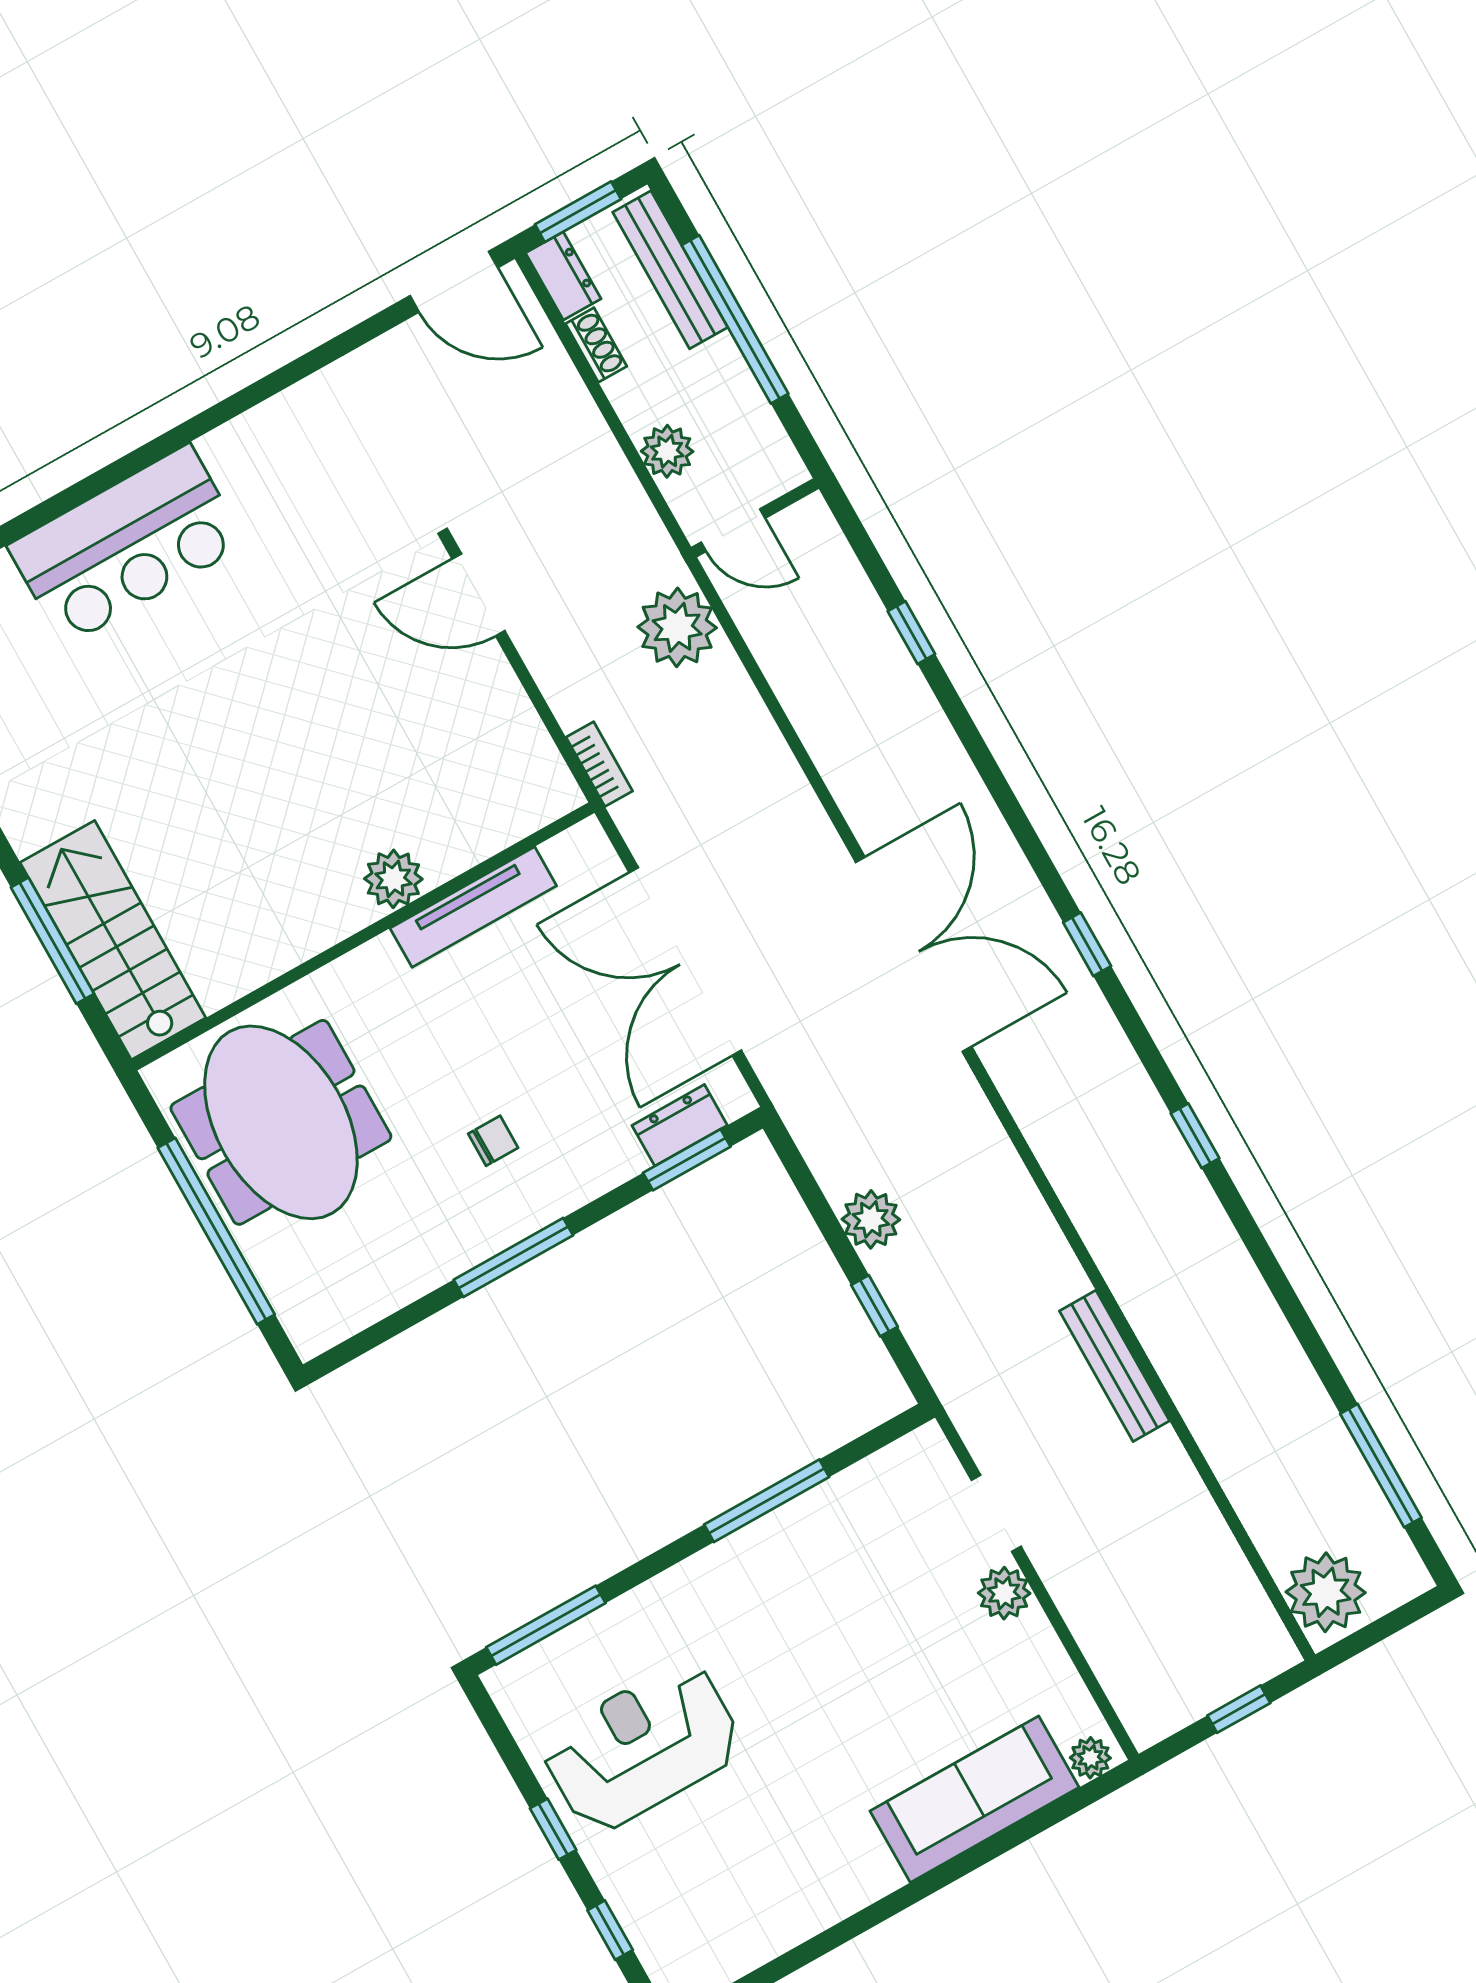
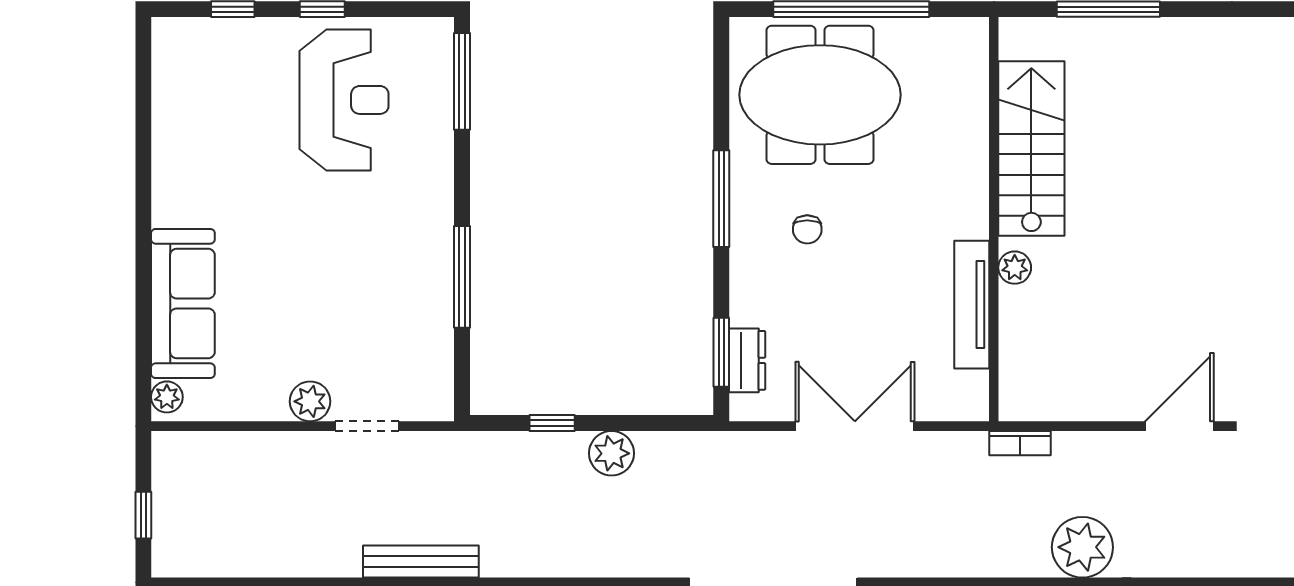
plant: (393, 879) -> (1015, 268), width x0.73, depth x0.73
stairs: (113, 940) -> (1031, 149), moved, turned -90
double door: (685, 962) -> (855, 426), width x0.73
meeting table: (281, 1122) -> (820, 95), moved

